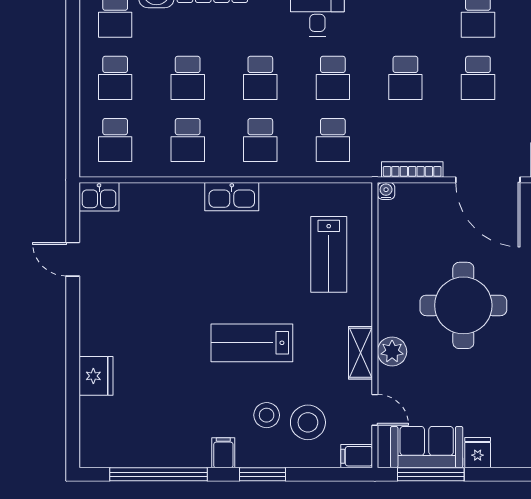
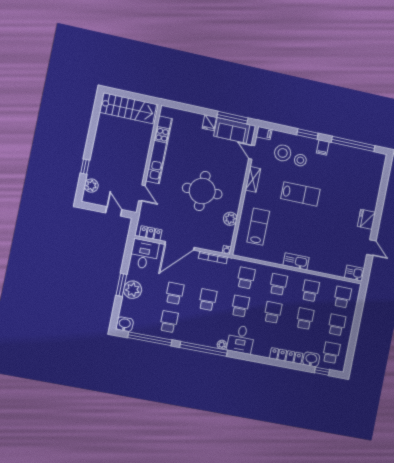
door: (488, 180) -> (180, 246), swing flipped
plant: (392, 352) -> (230, 219), moved
fridge: (96, 376) -> (366, 219), moved

